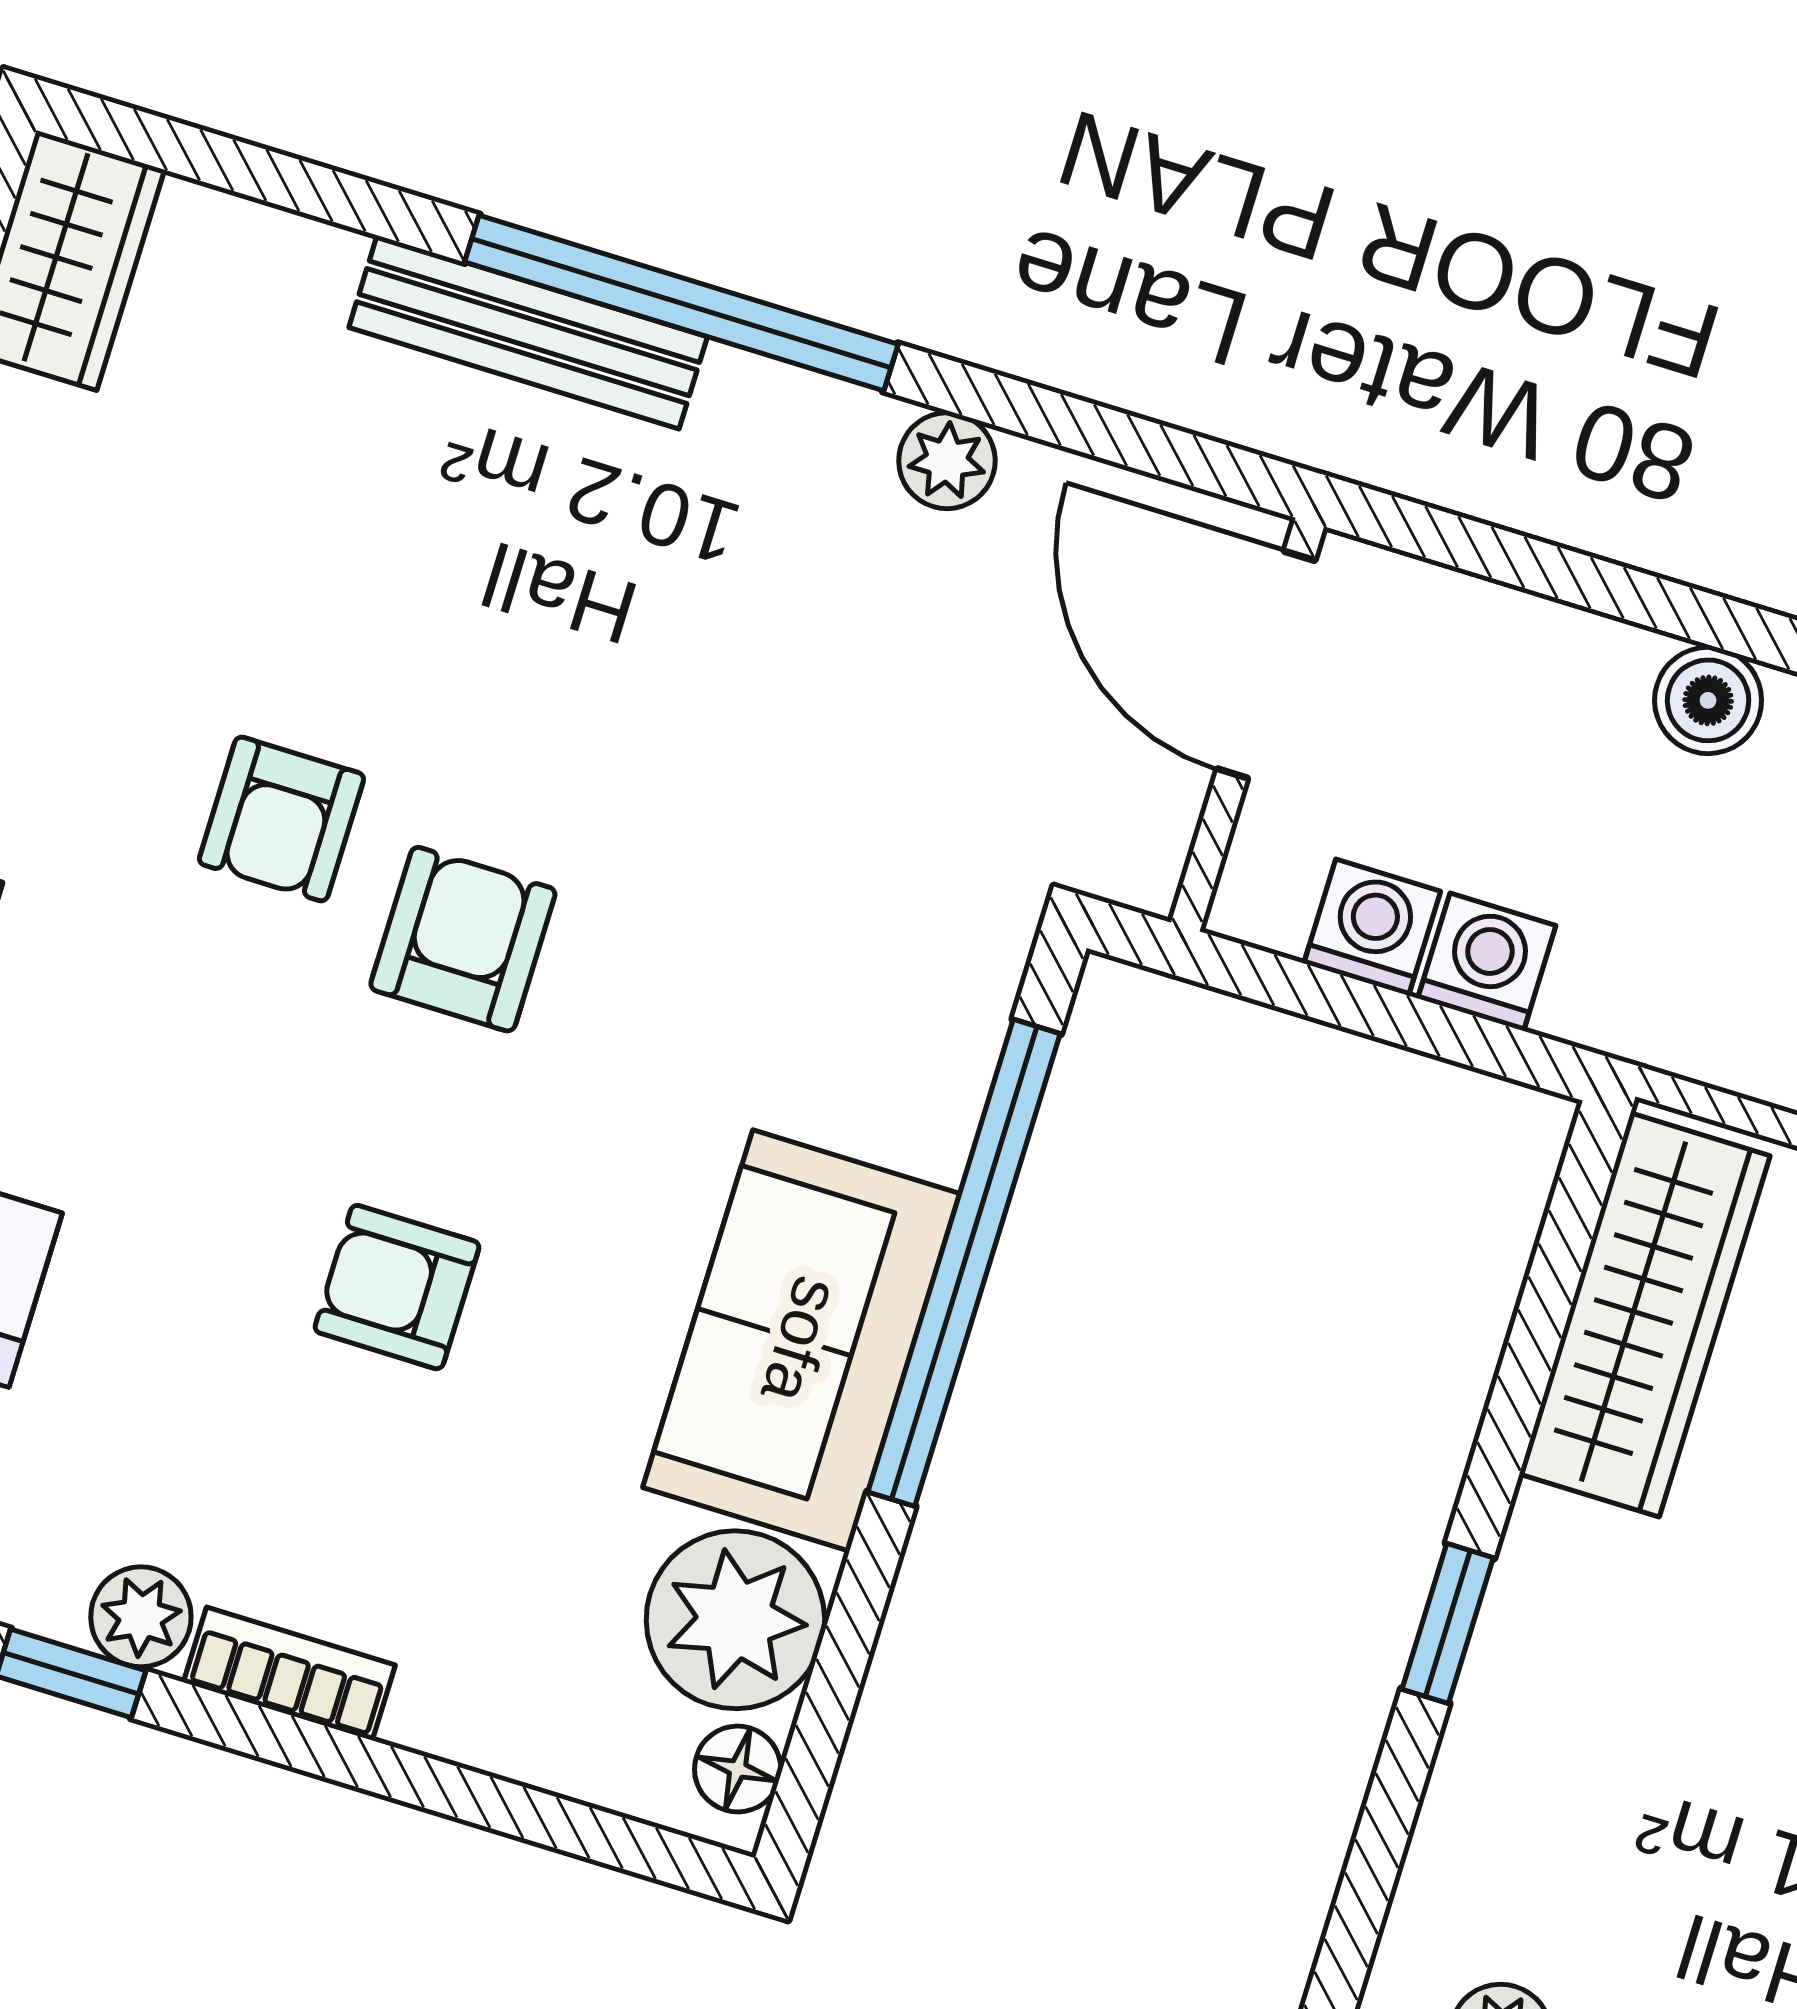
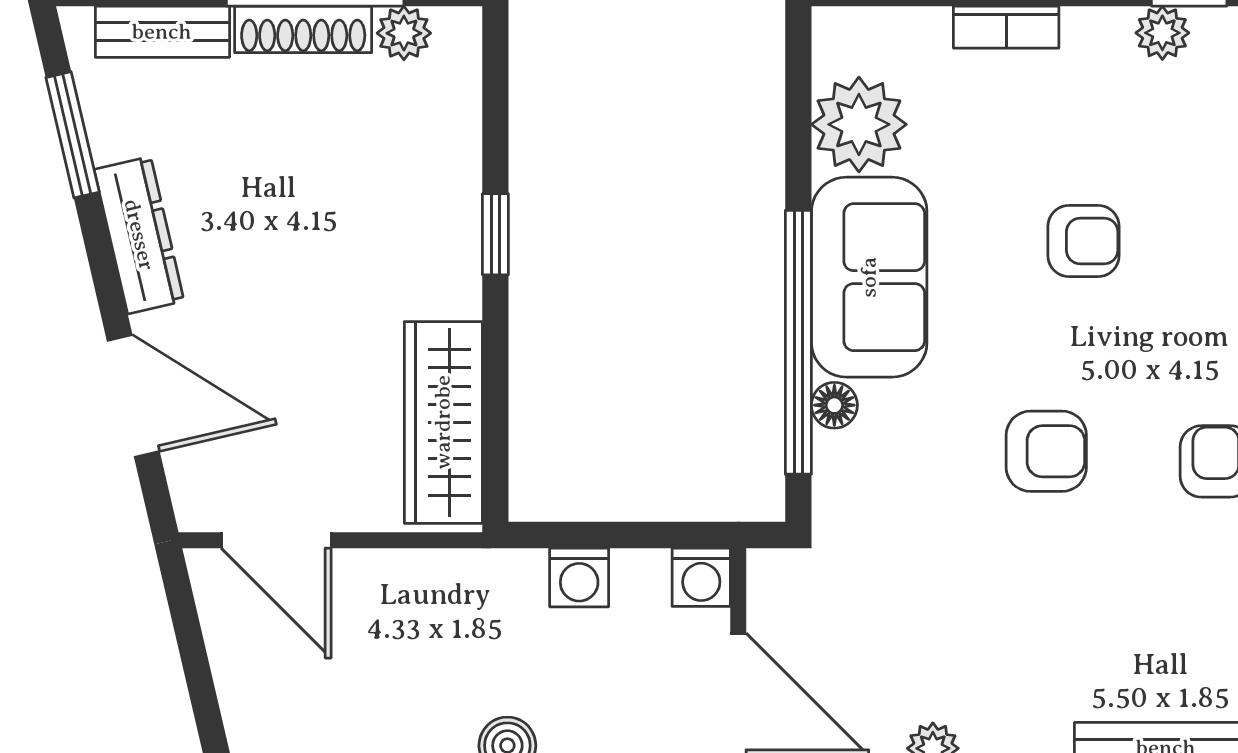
washing machine: (1372, 927) -> (701, 577), moved
armchair: (463, 939) -> (1046, 451), moved, turned -90
bookcase: (289, 1674) -> (1006, 27), moved
floor lamp: (738, 1769) -> (834, 405), moved

